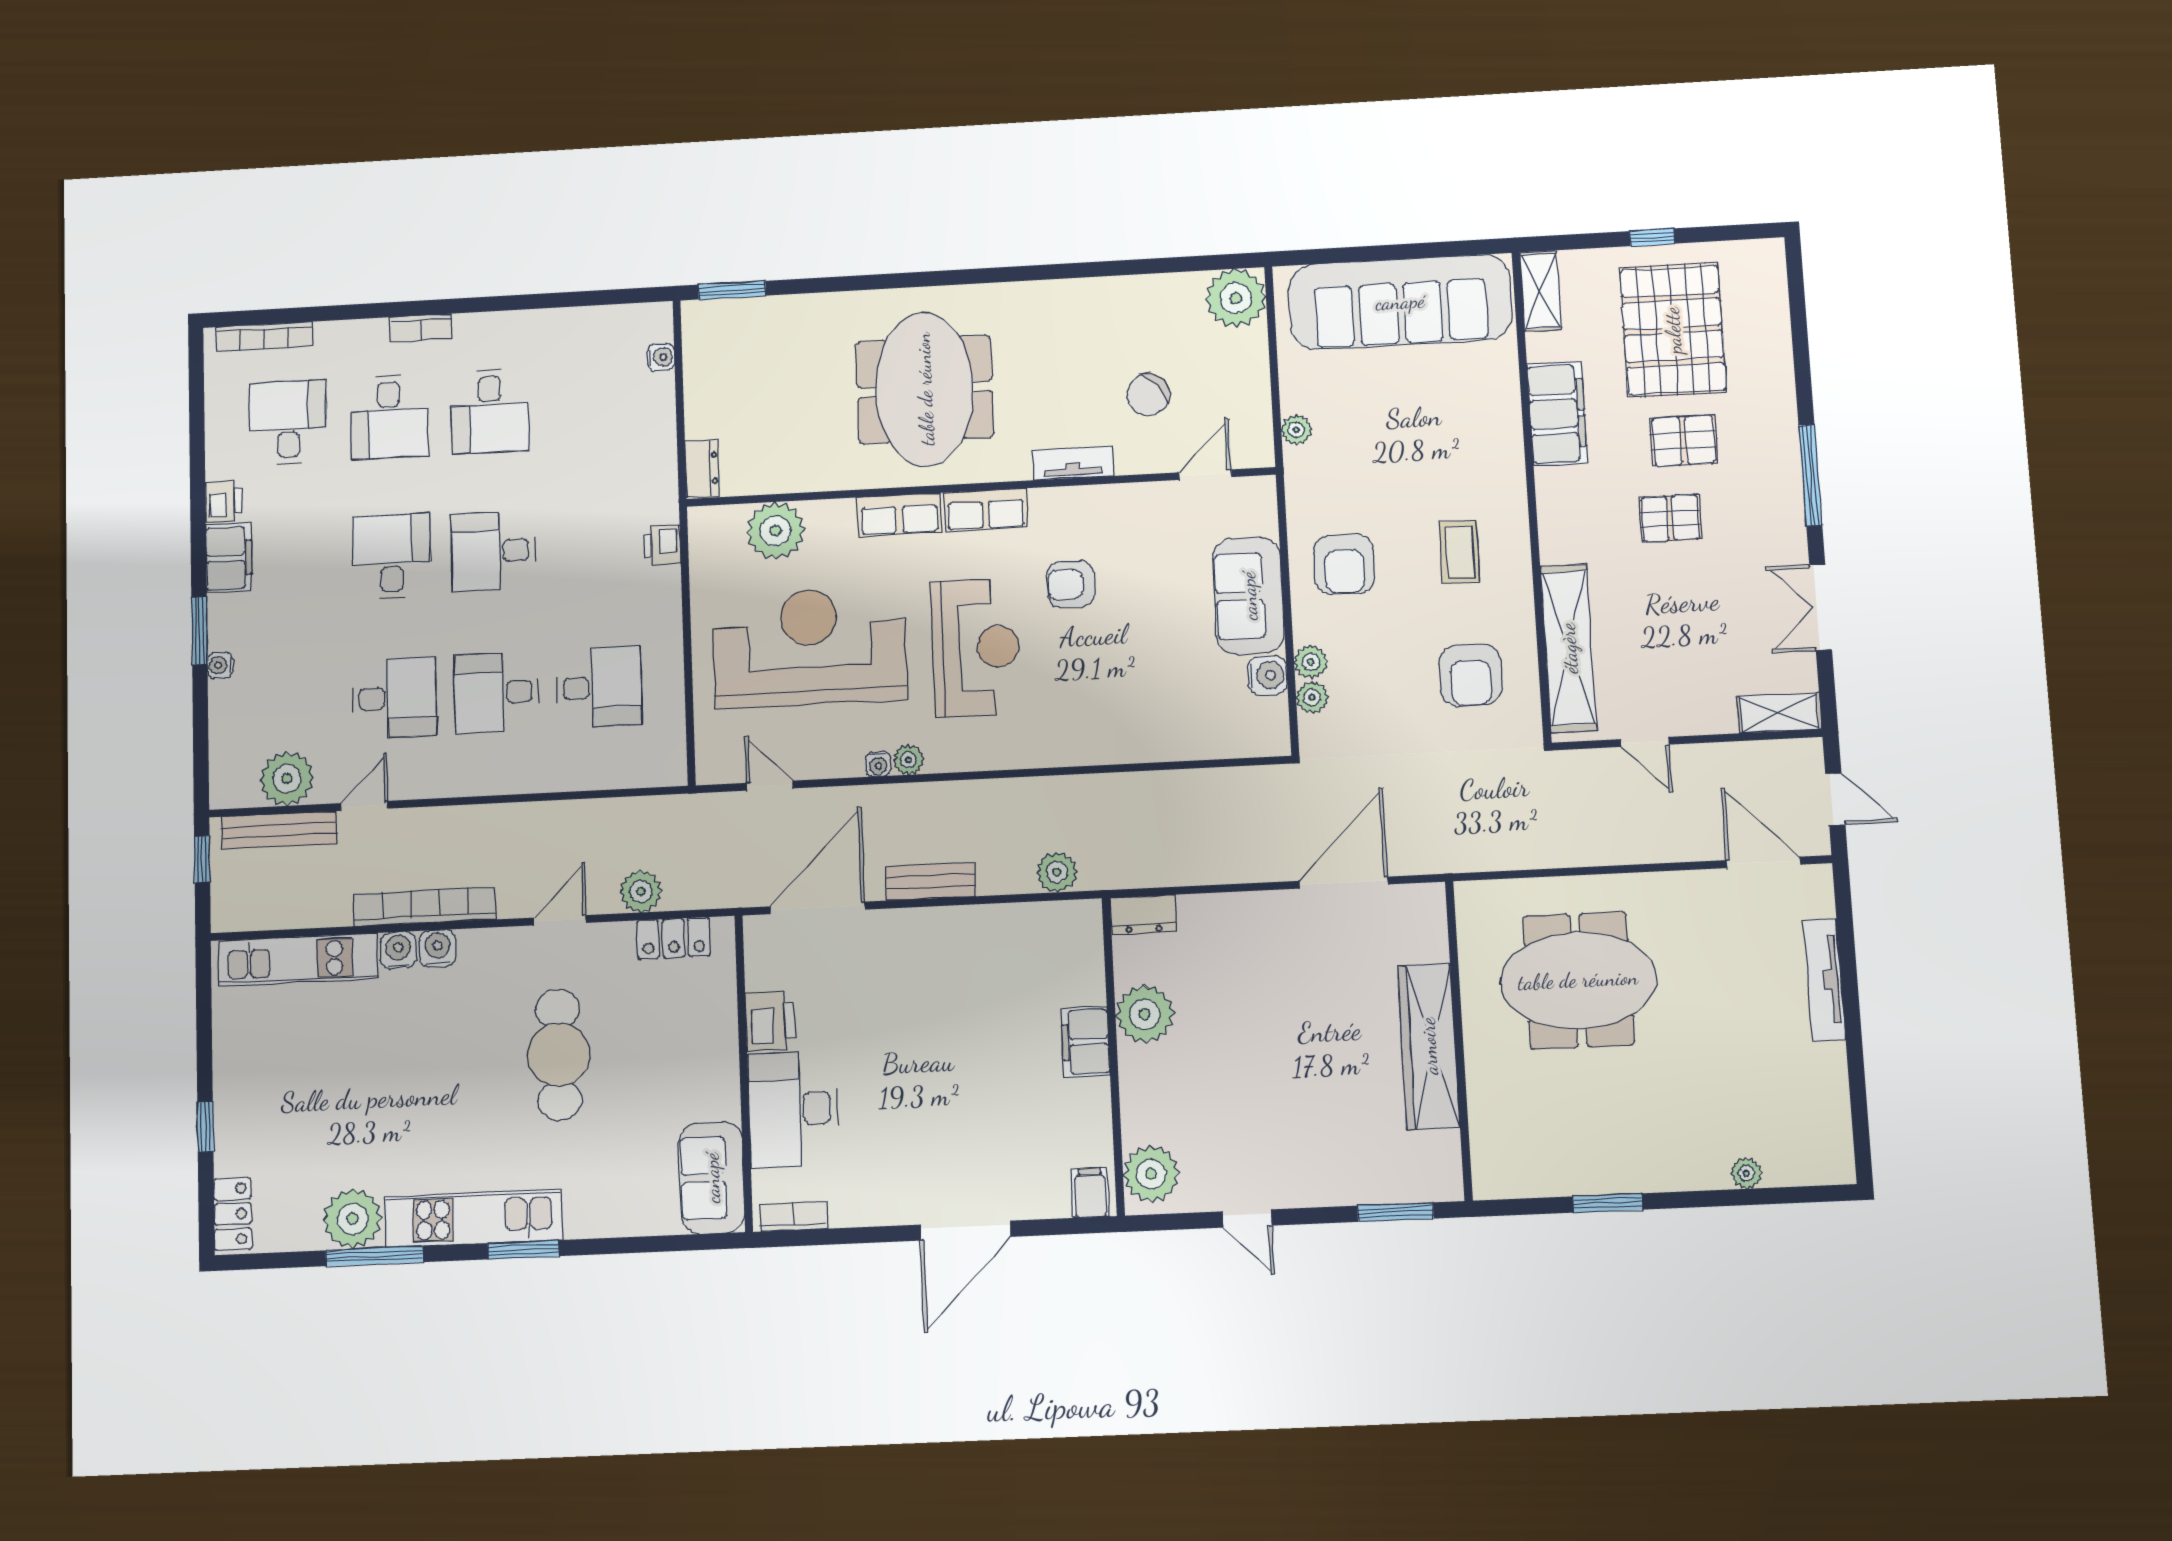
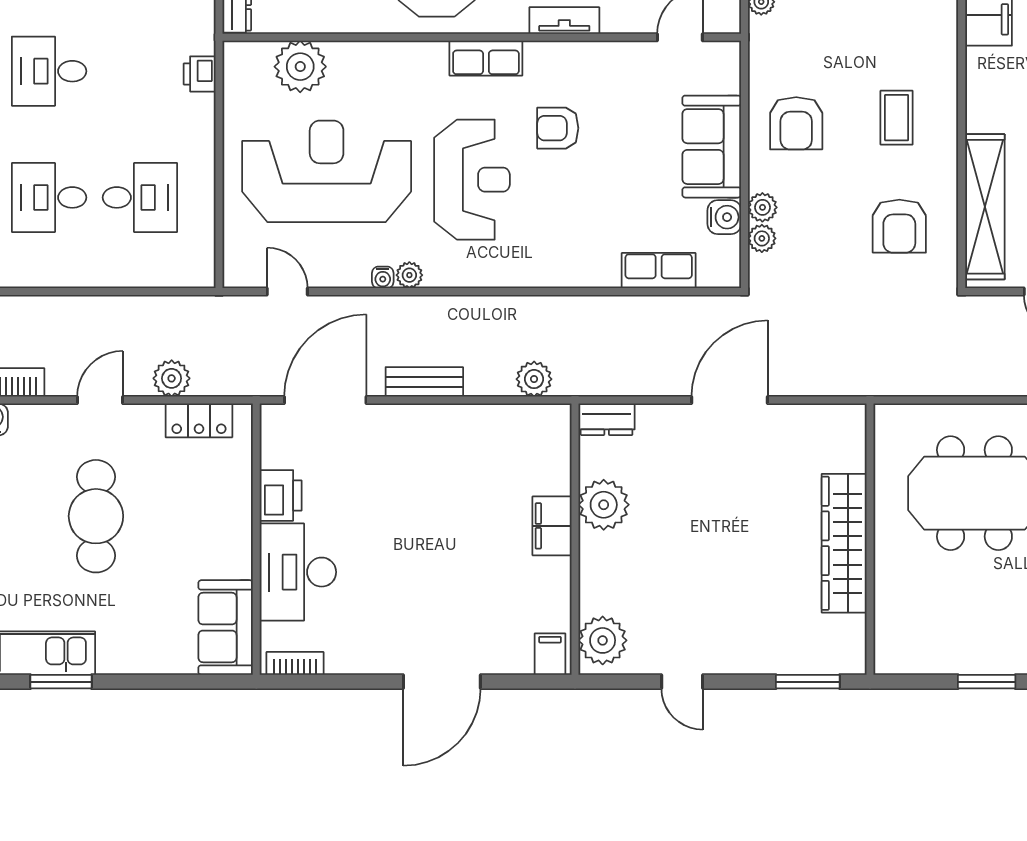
row of seats: (899, 515) -> (659, 271), moved, turned 180
door: (1344, 883) -> (729, 400), moved

